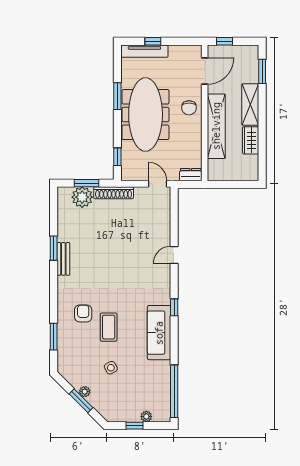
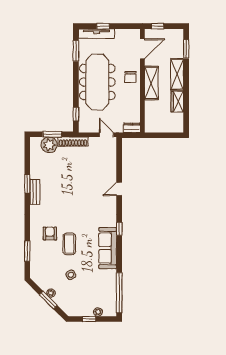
window: (117, 96) -> (76, 51), moved
shelving: (216, 126) -> (151, 83), width x0.68

